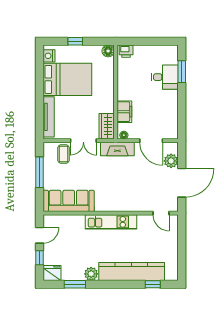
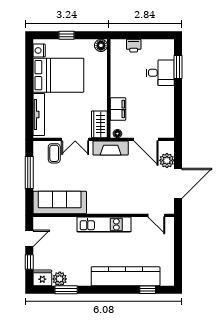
printer: (126, 51) -> (134, 46), moved
plant: (91, 274) -> (60, 279), moved

